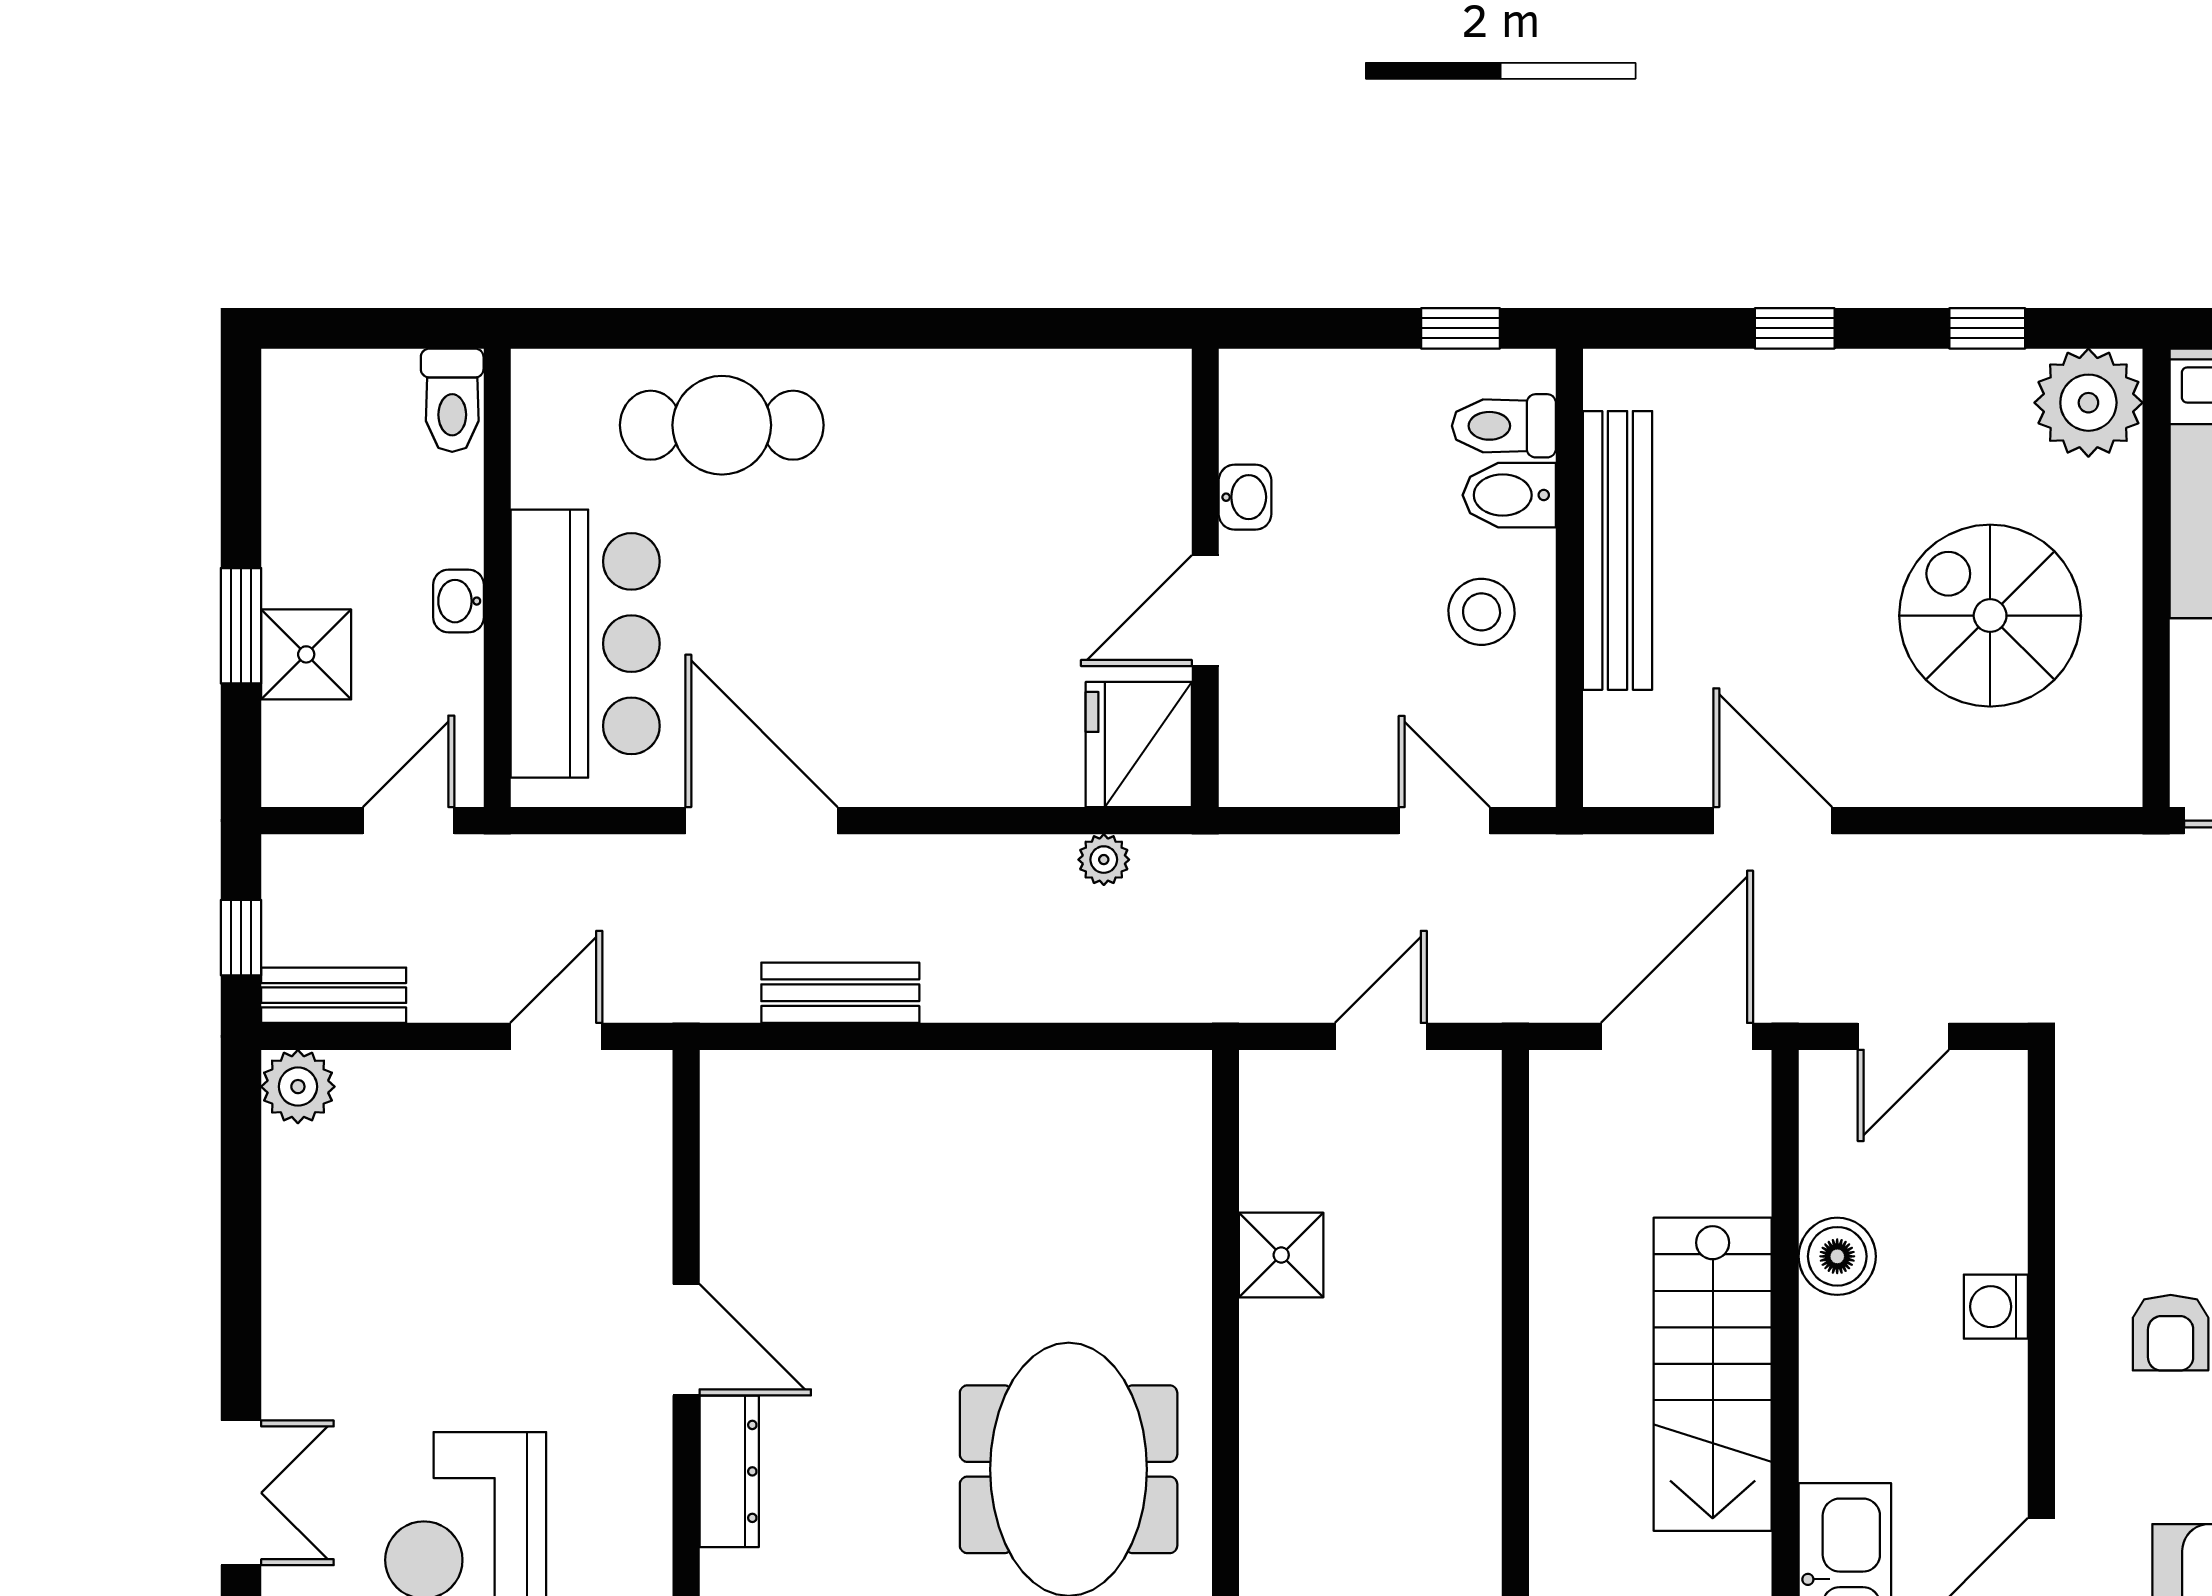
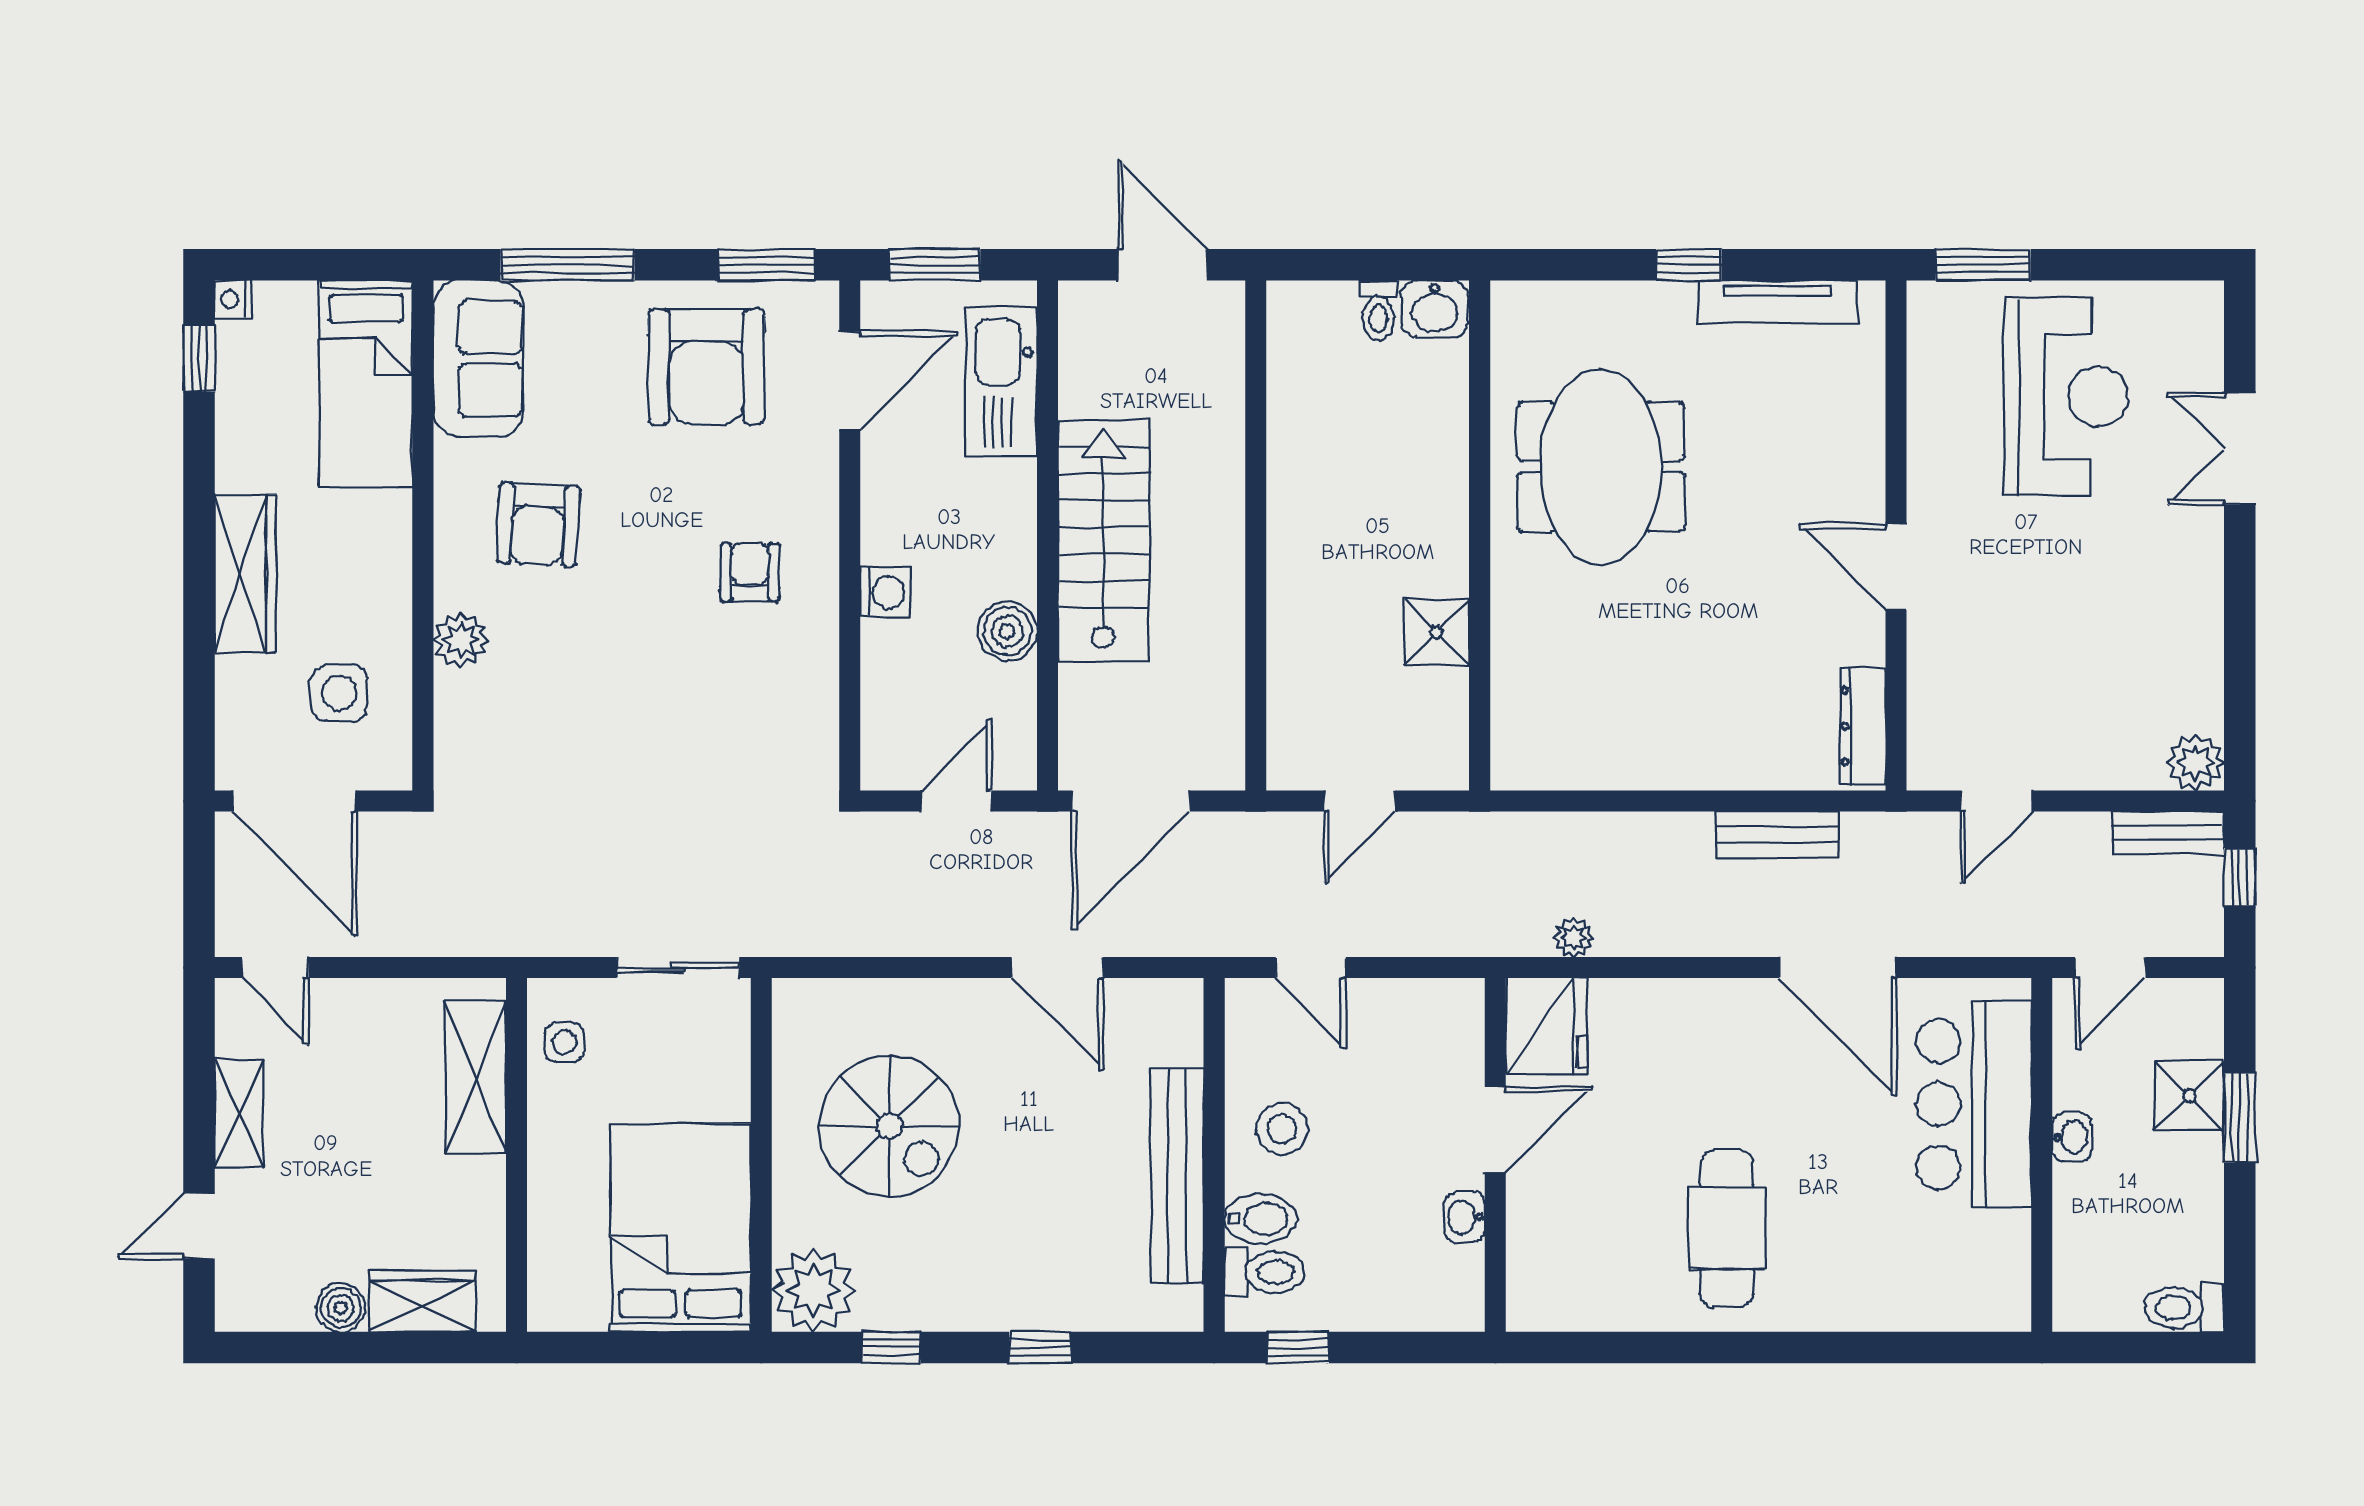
toilet: (452, 400) -> (2184, 1308), moved, turned -90
cafe table: (722, 425) -> (1727, 1229), moved, turned 90
dresser: (729, 1471) -> (1863, 726), moved

